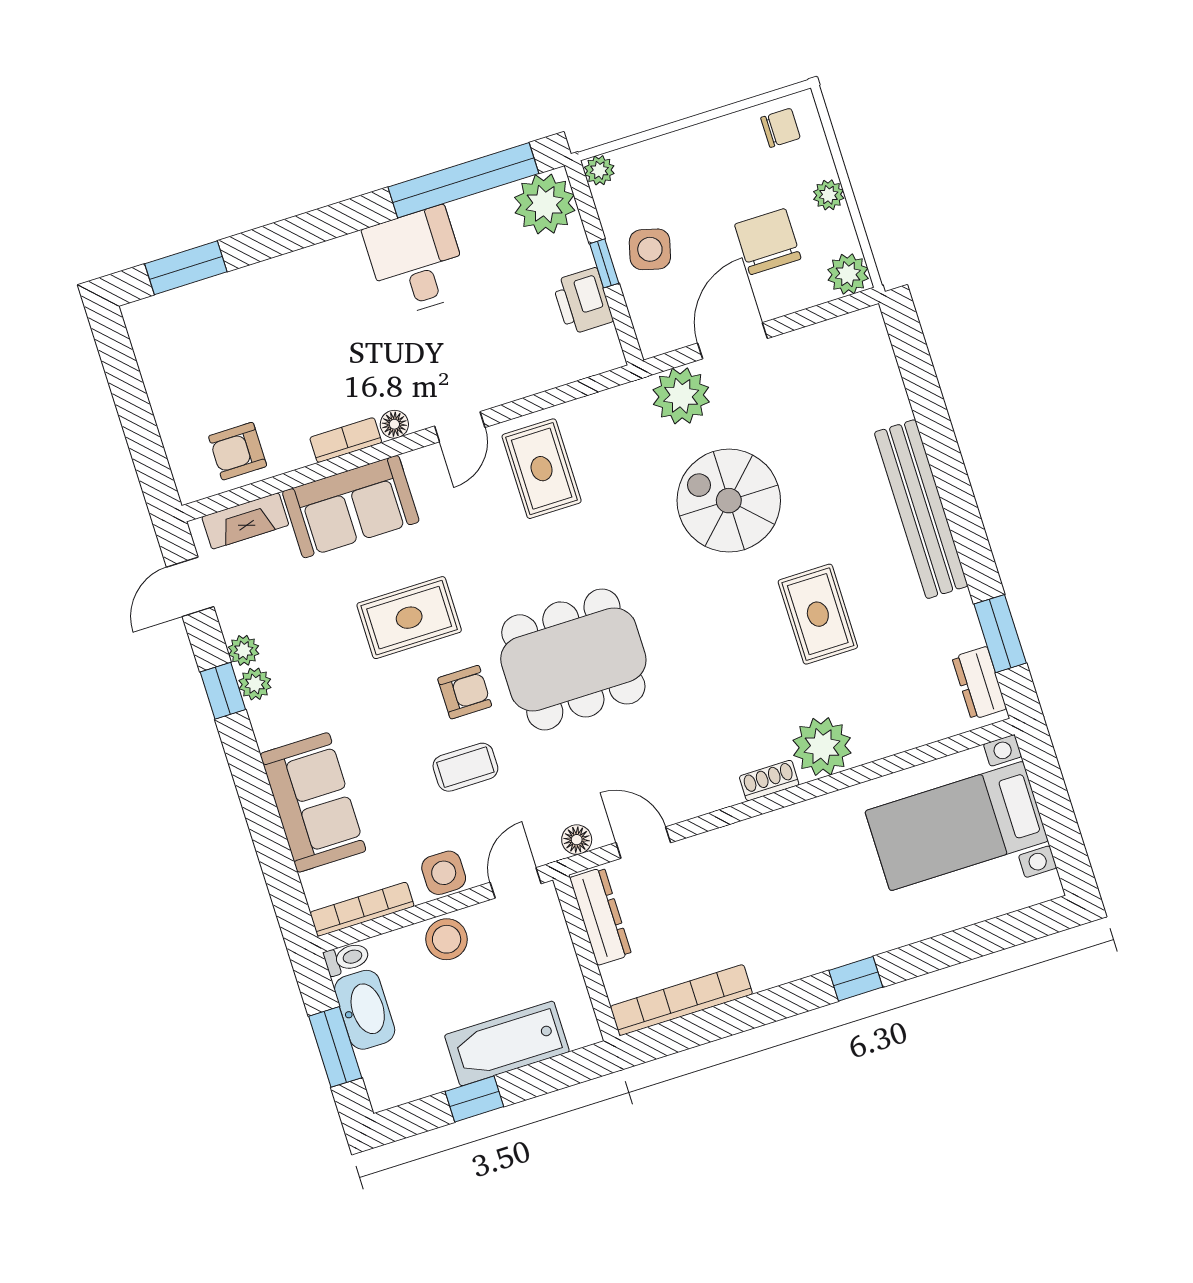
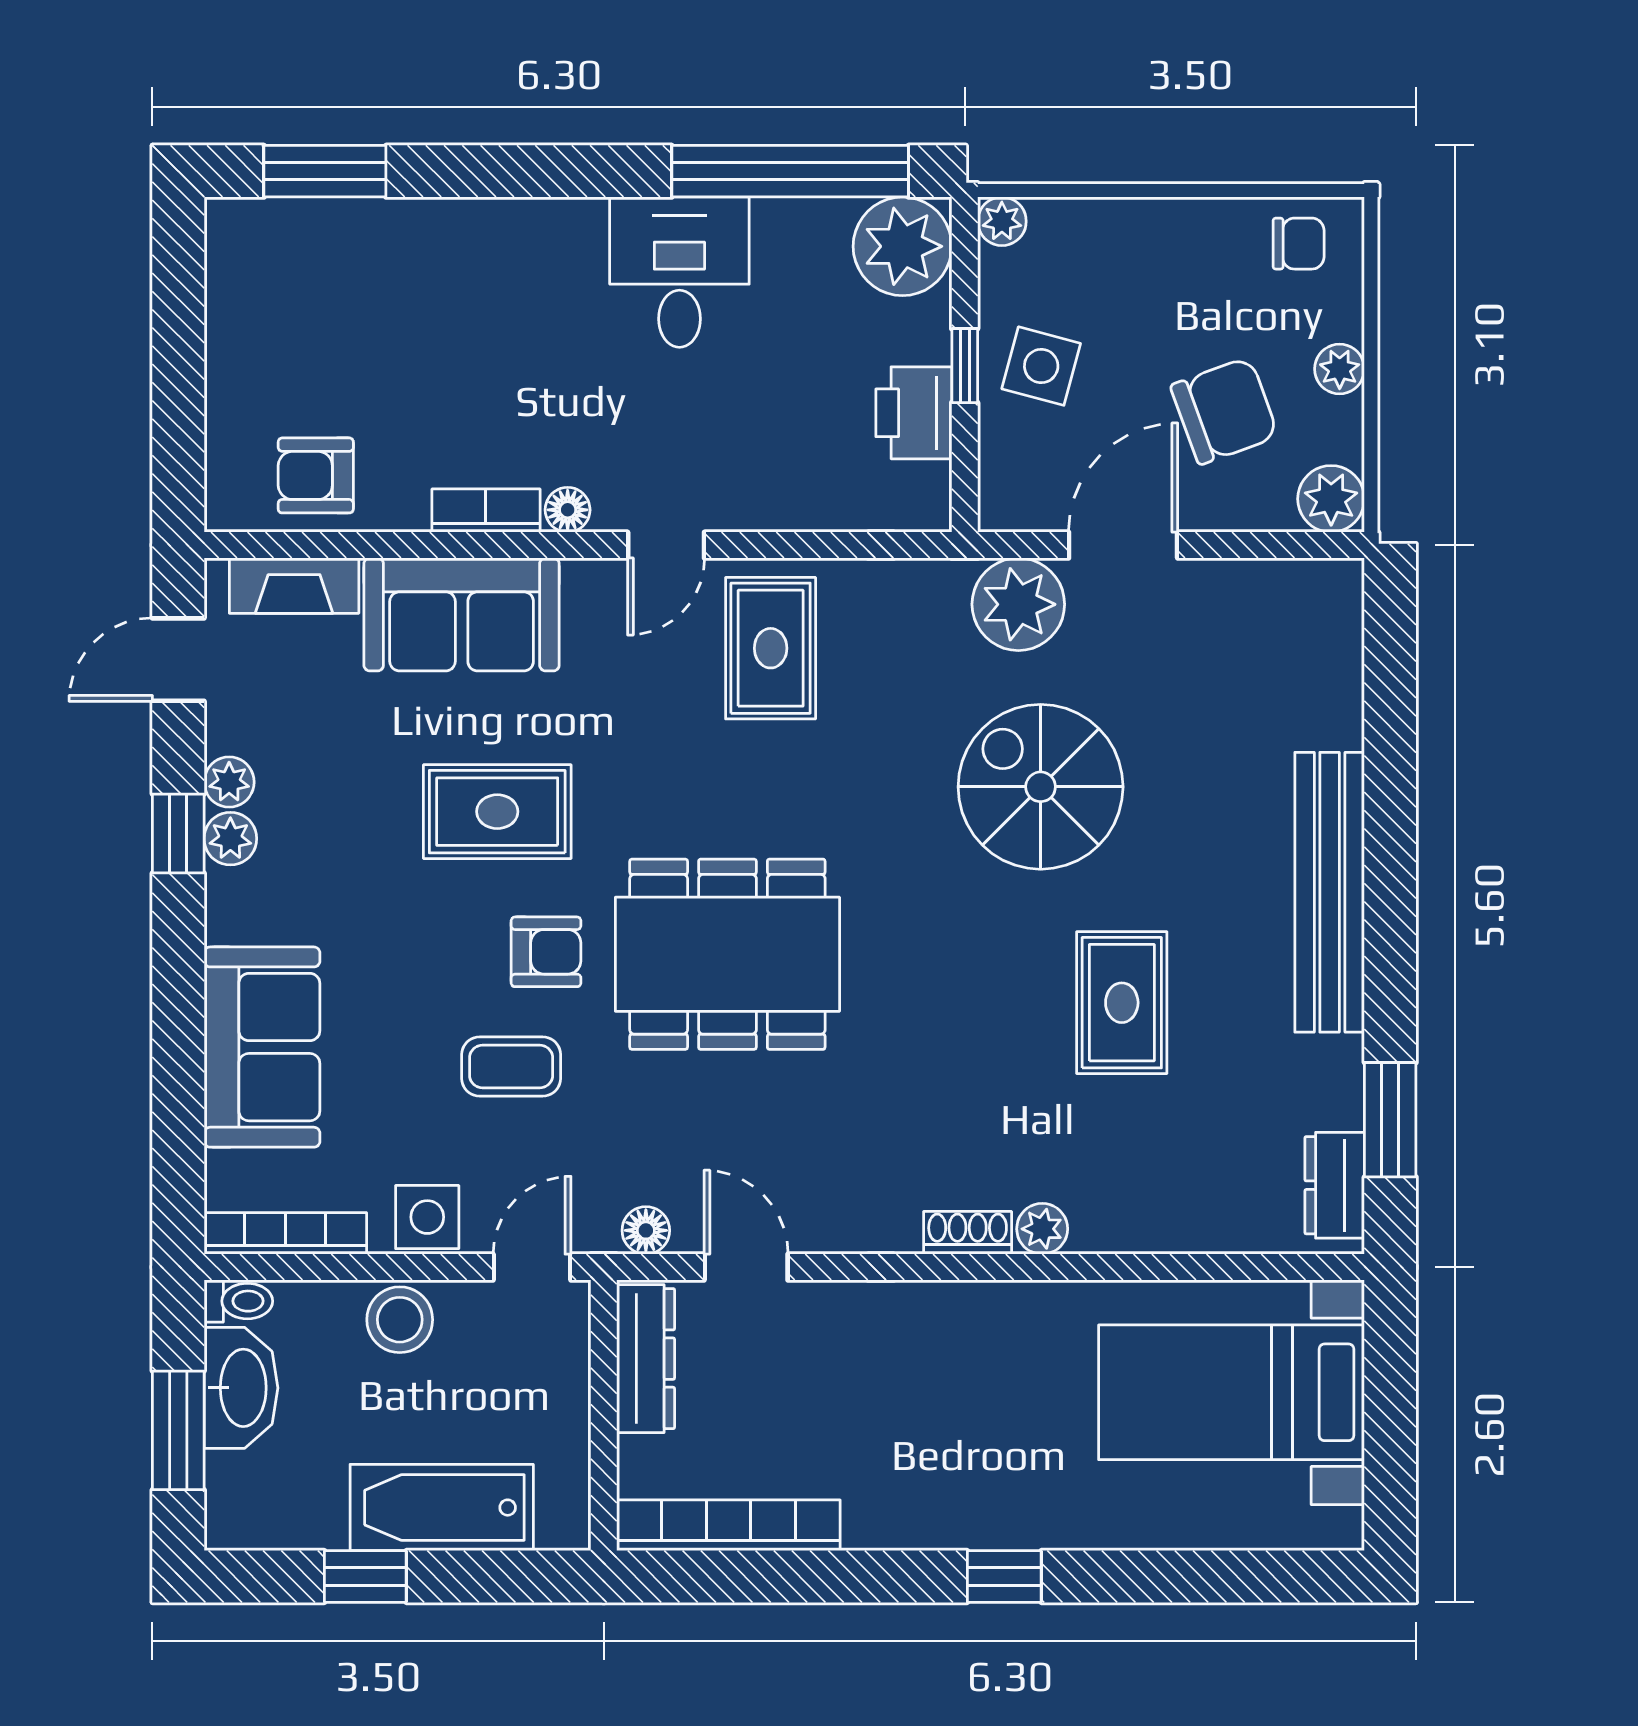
chair: (768, 242) -> (1224, 411), turned 70
plant: (822, 747) -> (1042, 1229), width x0.53, depth x0.53

